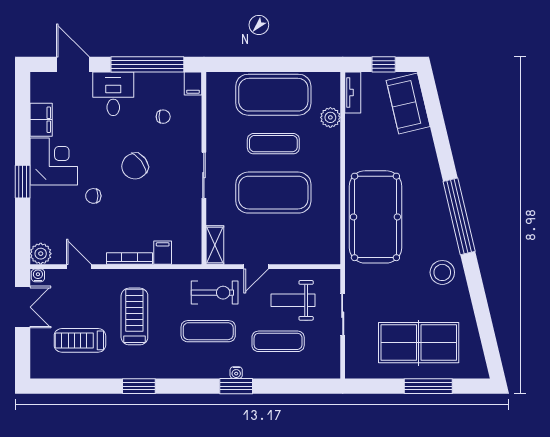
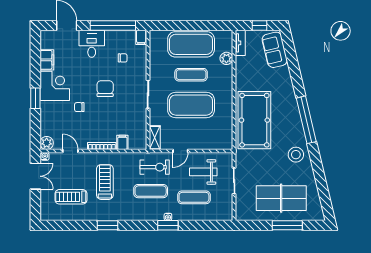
chair: (135, 166) -> (105, 89), turned 127

